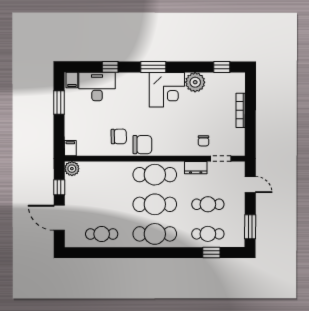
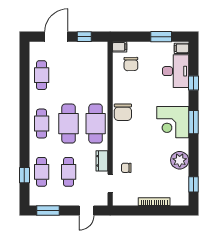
corner desk: (167, 90) -> (173, 122), moved
chair: (119, 136) -> (131, 64), moved
plant: (72, 169) -> (101, 48), removed
cafe table: (155, 234) -> (42, 124), width x0.73, depth x0.74

